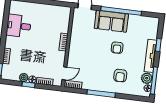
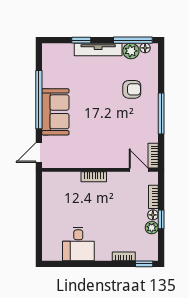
armchair: (117, 48) -> (92, 99), removed

